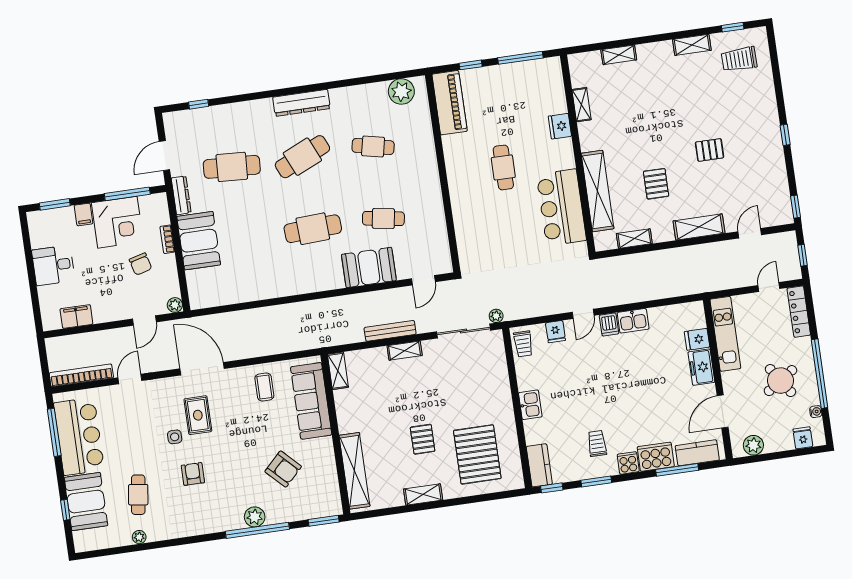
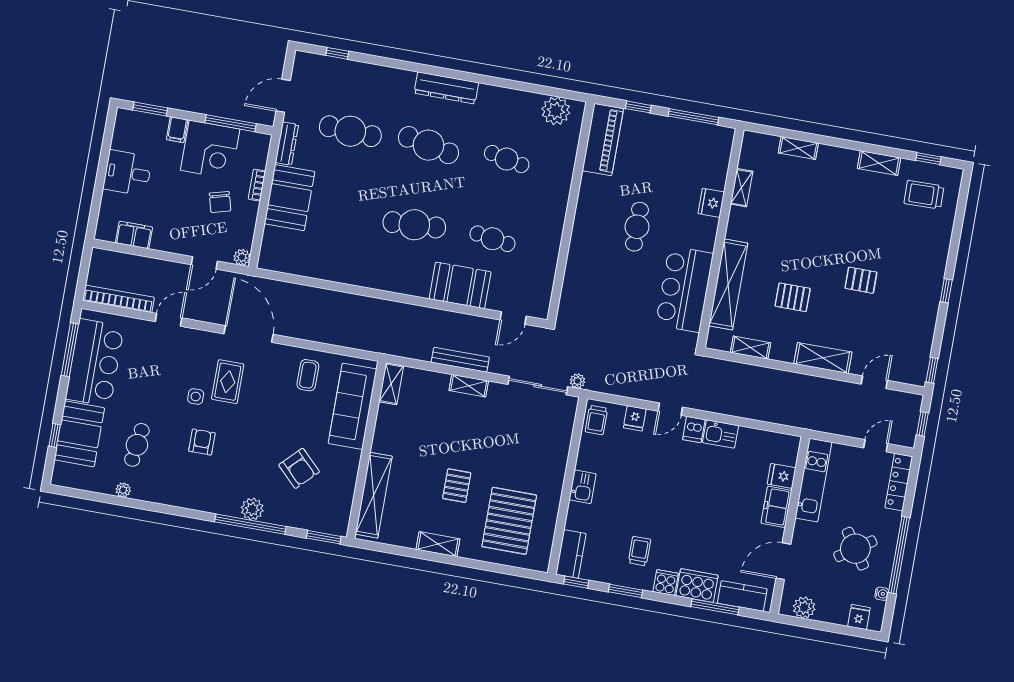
cafe table: (302, 157) -> (429, 145), turned 36
pallet: (656, 184) -> (793, 297), turned 90

